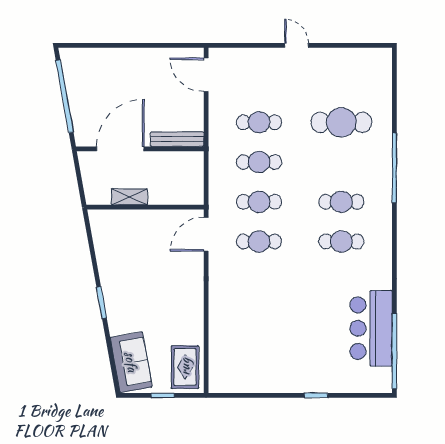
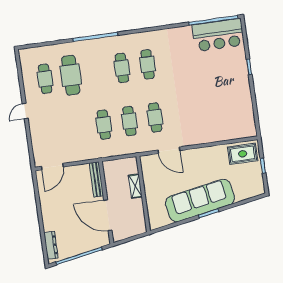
dresser: (87, 56) -> (51, 245), added
cafe table: (259, 122) -> (45, 79), moved
shelving: (129, 197) -> (135, 186), moved
door: (206, 234) -> (169, 150), moved
bar counter: (371, 328) -> (218, 35), moved
sofa: (131, 362) -> (200, 200), moved, width x1.85, depth x1.27

